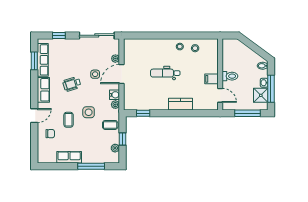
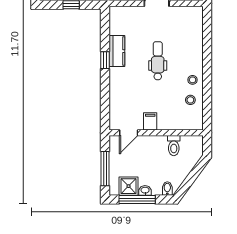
toilet: (230, 76) -> (174, 146), moved
kitchen counter: (181, 104) -> (117, 51), moved
window: (143, 113) -> (105, 60), moved

